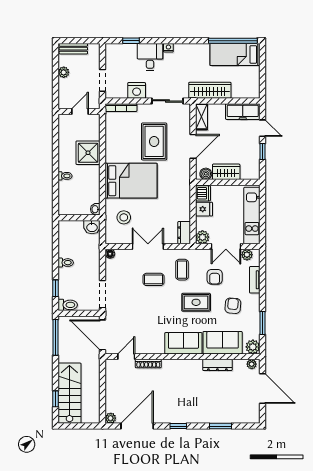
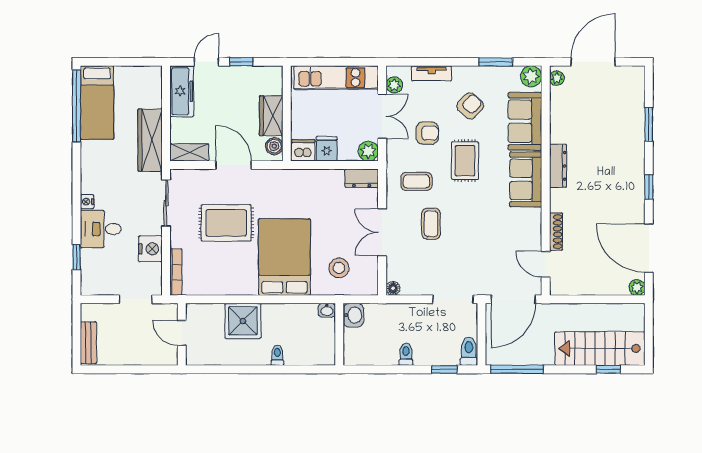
plant: (64, 72) -> (123, 357), removed
armchair: (233, 306) -> (470, 106), turned 129
dresser: (217, 365) -> (558, 166), moved

